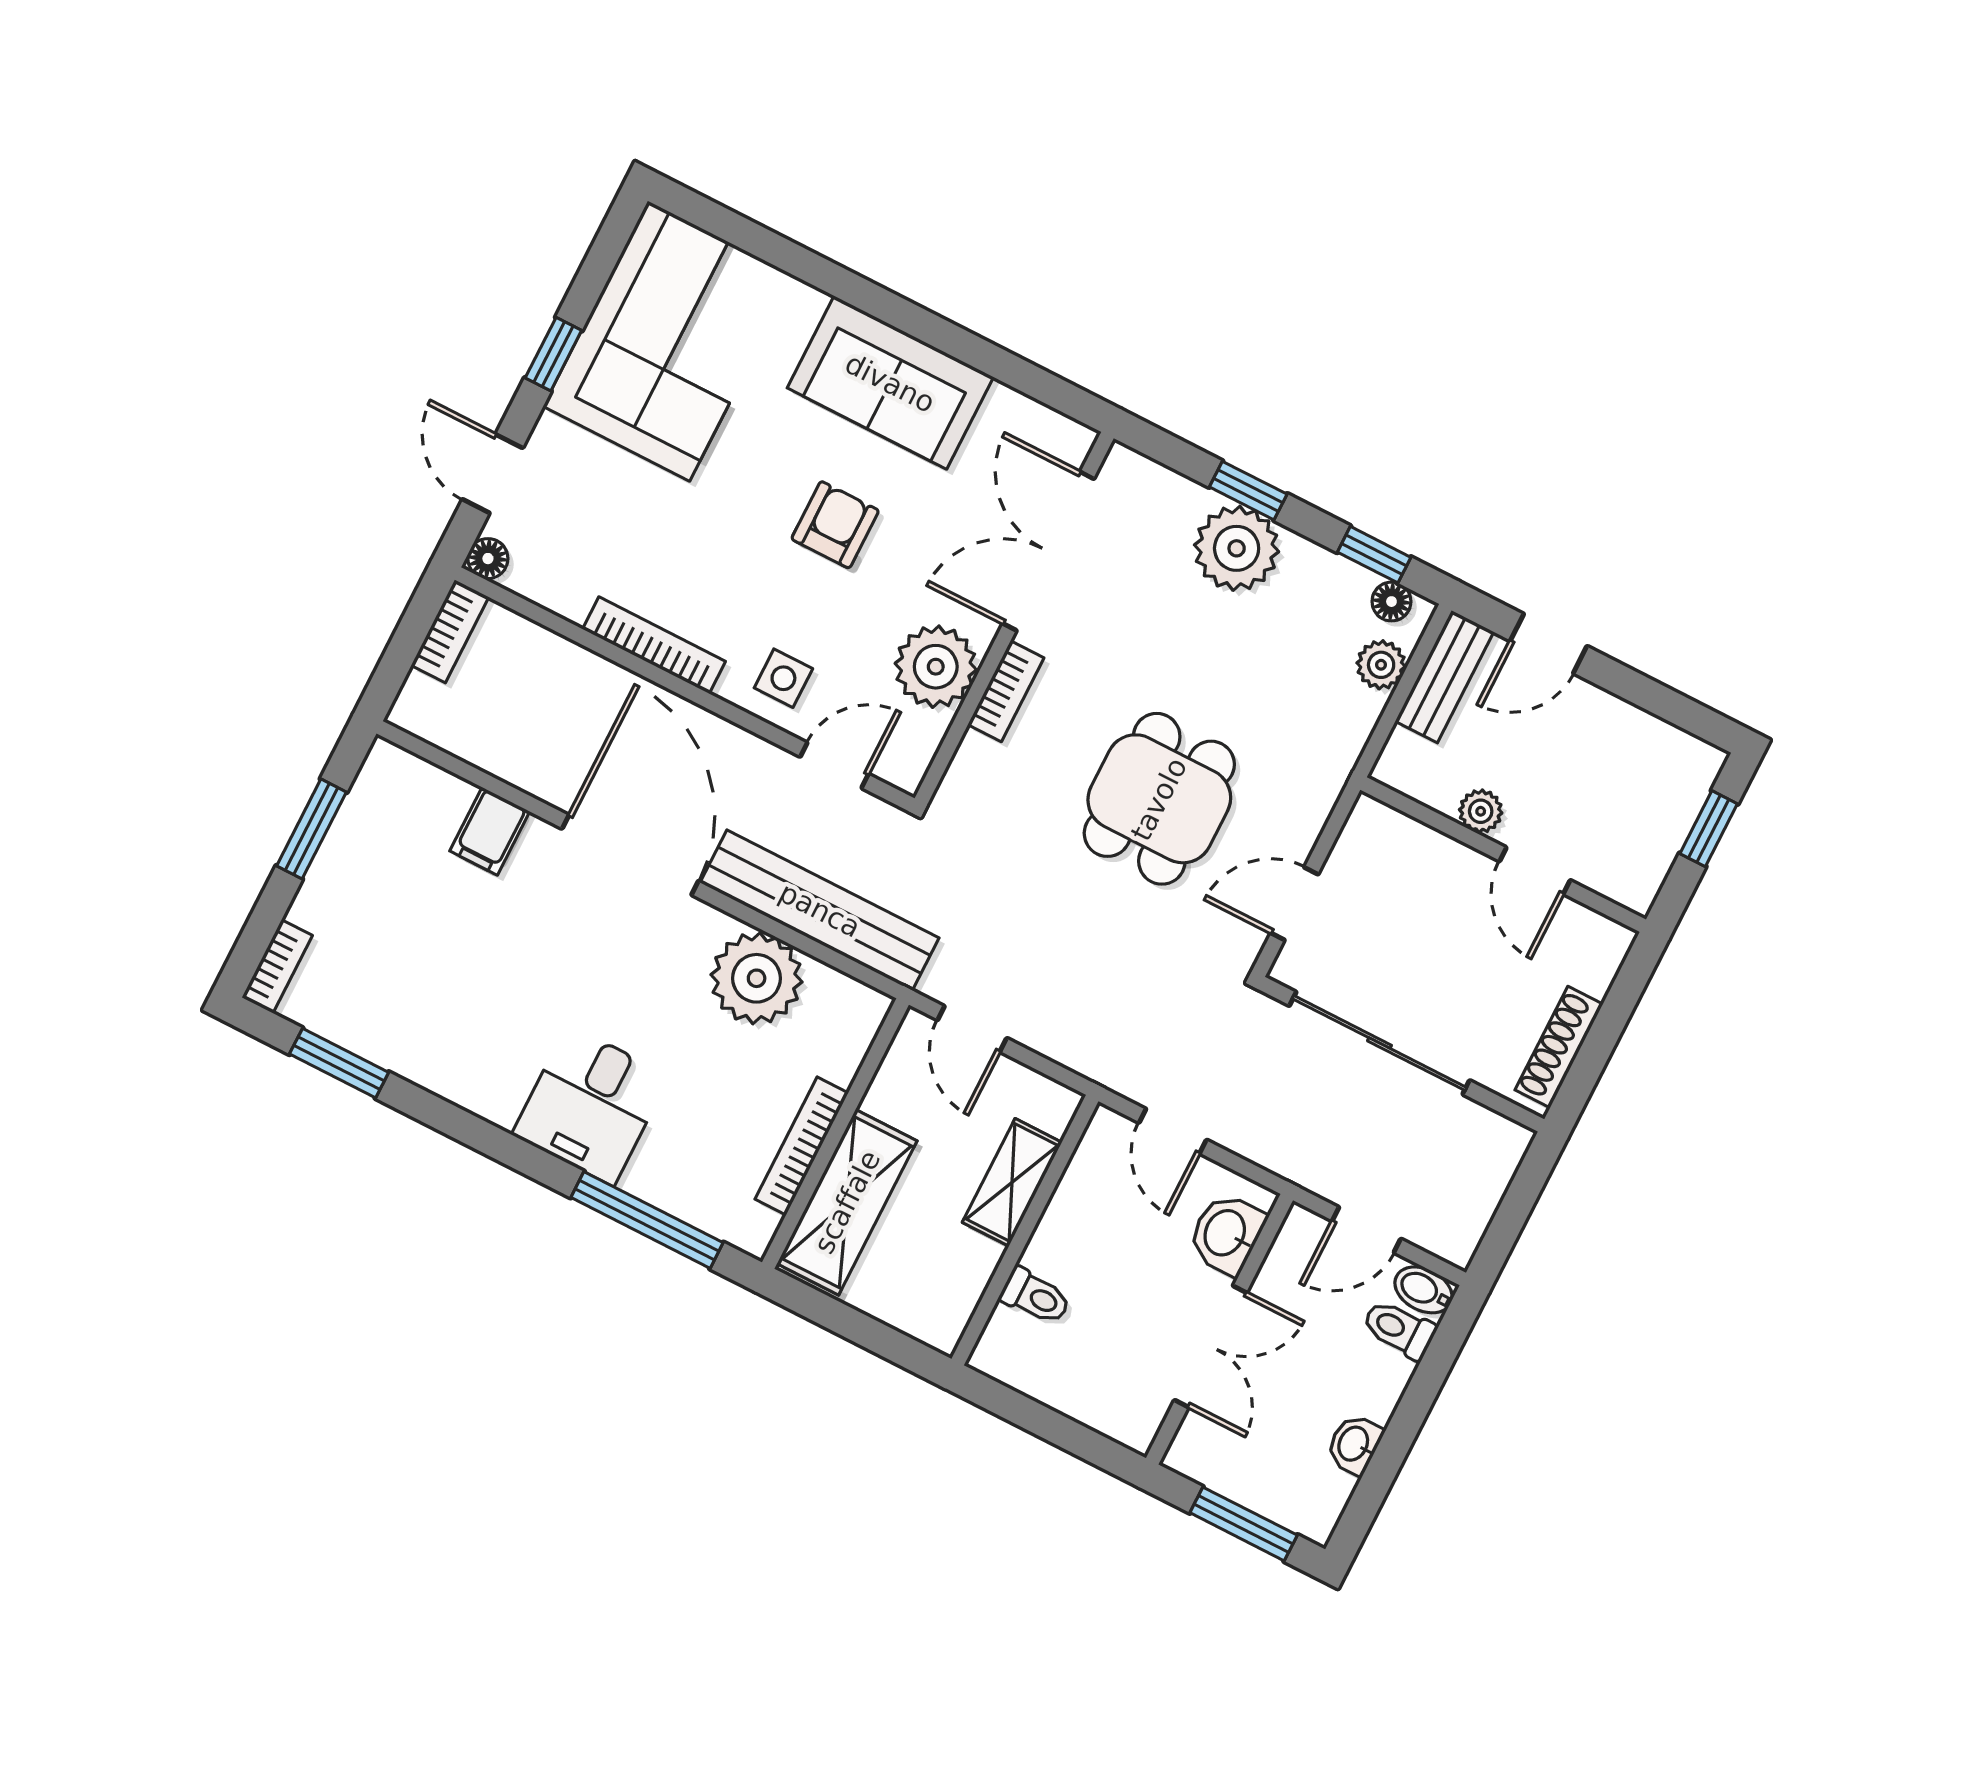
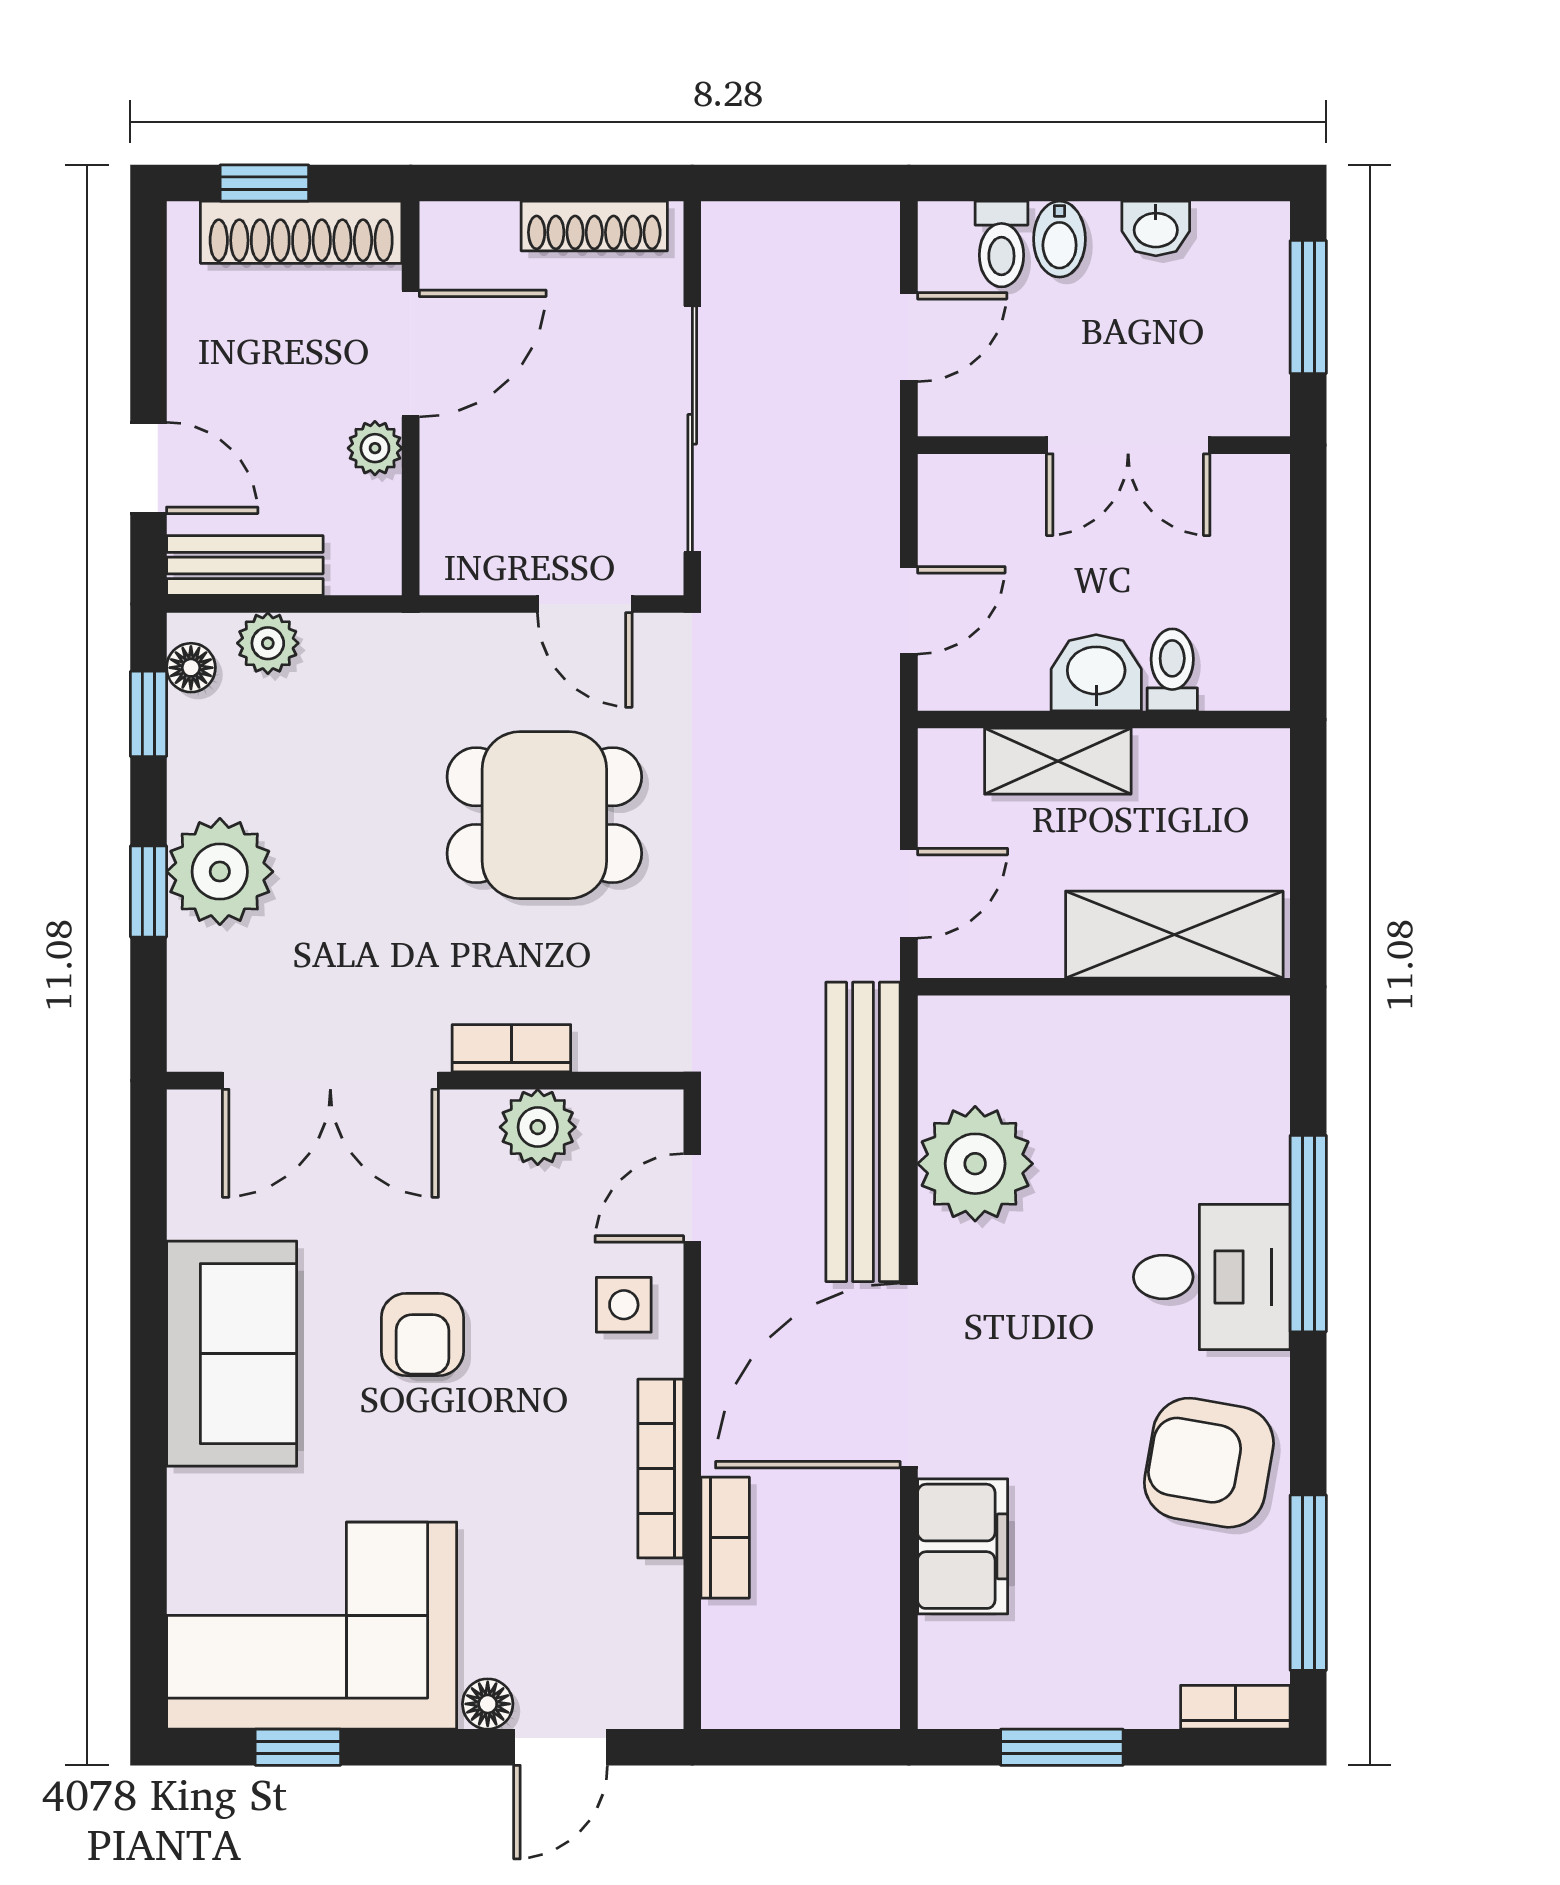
window: (553, 354) -> (298, 1747), moved
armchair: (835, 525) -> (422, 1334), turned -90
floor lamp: (488, 559) -> (488, 1704), moved
bookcase: (450, 631) -> (725, 1538), moved, turned 90
plant: (936, 667) -> (538, 1127), width x0.73, depth x0.73
door: (834, 765) -> (692, 1198), hinge flipped
filing cabinet: (490, 831) -> (963, 1546), width x2.00
shoe rack: (1660, 837) -> (301, 232), added
door: (1535, 871) -> (411, 353), width x1.38
armchair: (460, 1036) -> (1209, 1463), added
window: (339, 1063) -> (1308, 1583), width x1.44
bookcase: (802, 1146) -> (1137, 1017), removed
window: (647, 1220) -> (1308, 1234), moved
door: (1366, 1230) -> (909, 337), hinge flipped
washbasin: (1226, 1234) -> (1096, 673), moved, turned 180
bidet: (1423, 1290) -> (1060, 239), moved
double door: (1211, 1346) -> (1128, 445), swing flipped

